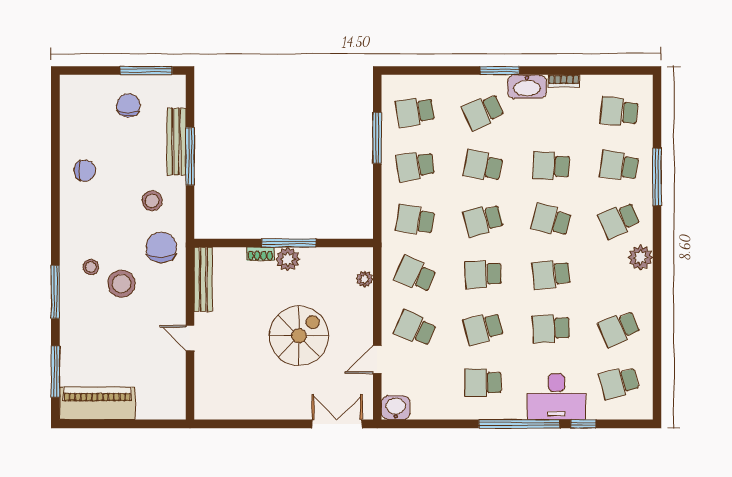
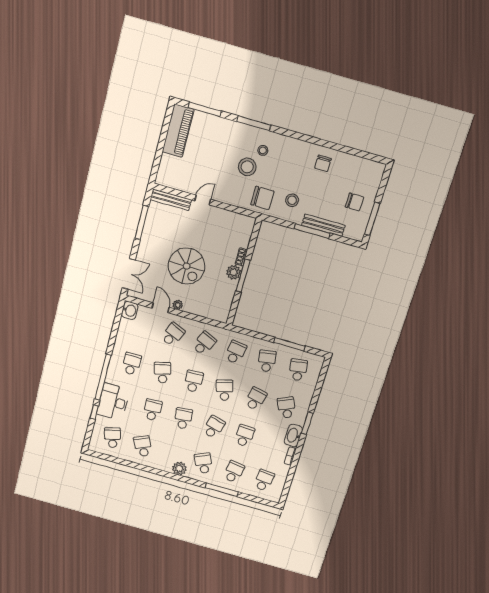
bench: (203, 279) -> (171, 200), moved
plant: (365, 279) -> (178, 305), moved
window: (251, 424) -> (142, 223), added

